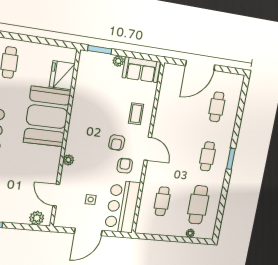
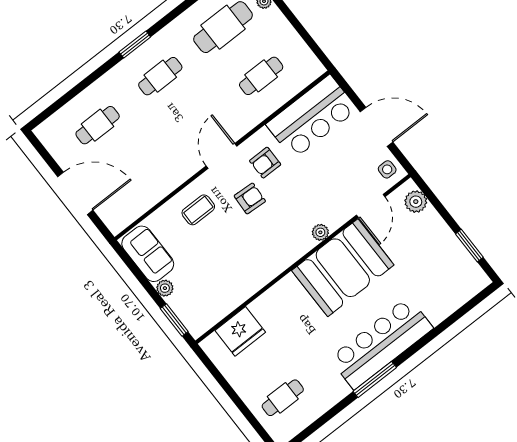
booth: (47, 117) -> (343, 268), moved
side table: (91, 200) -> (387, 169), moved

